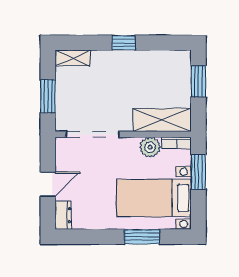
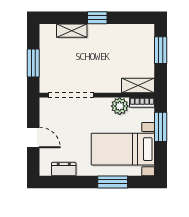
shelving: (73, 58) -> (72, 31), moved
shelving: (162, 120) -> (138, 86), width x0.67, depth x0.75
door: (48, 184) -> (33, 138), hinge flipped
dresser: (63, 215) -> (64, 169), moved, turned -90

